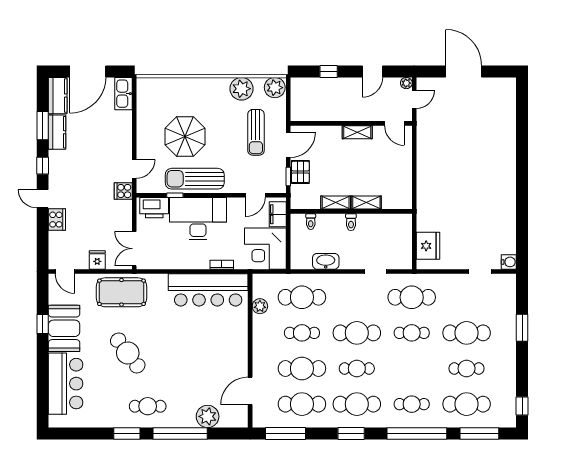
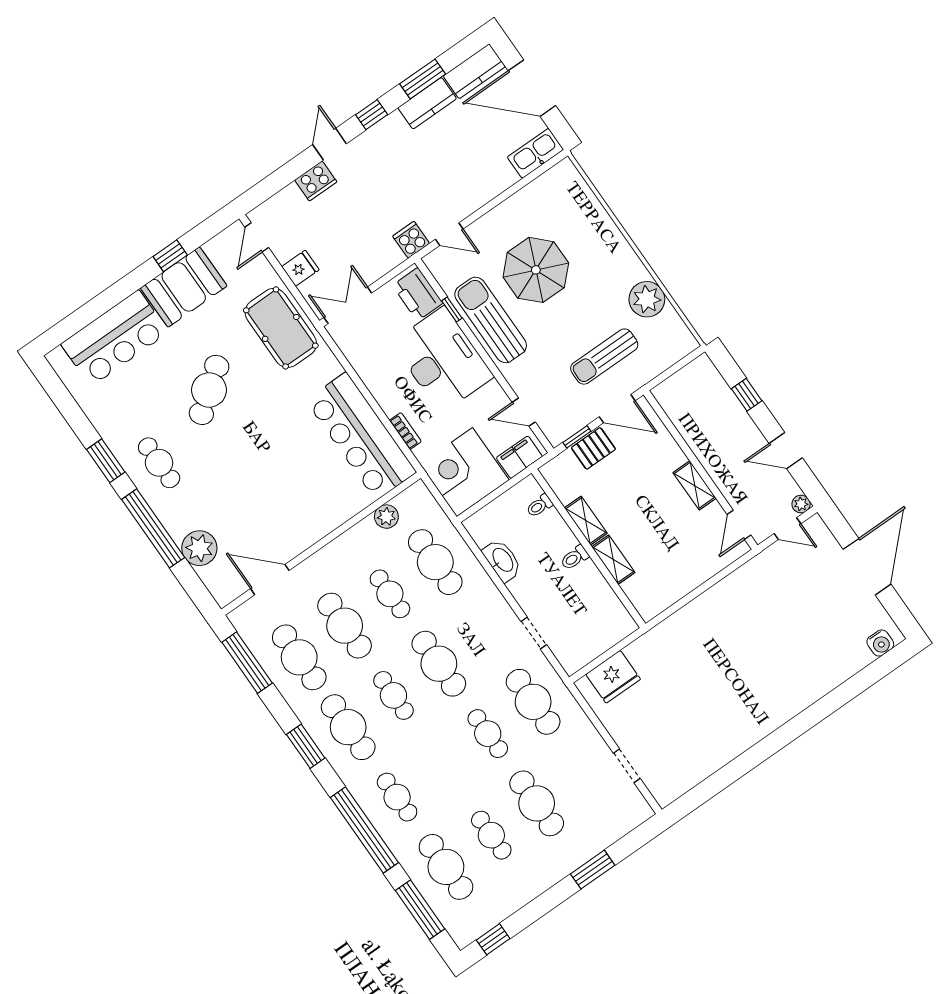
plant: (275, 88) -> (678, 341), removed
water cooler: (509, 262) -> (880, 643), moved

